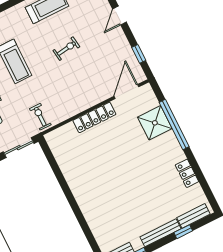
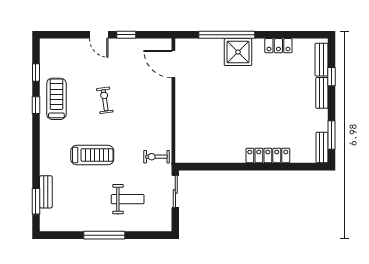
window: (139, 54) -> (126, 35), moved
locker: (94, 117) -> (268, 155), moved, turned -90
shower: (155, 123) -> (238, 52), moved
bench: (160, 233) -> (322, 93), width x0.73

